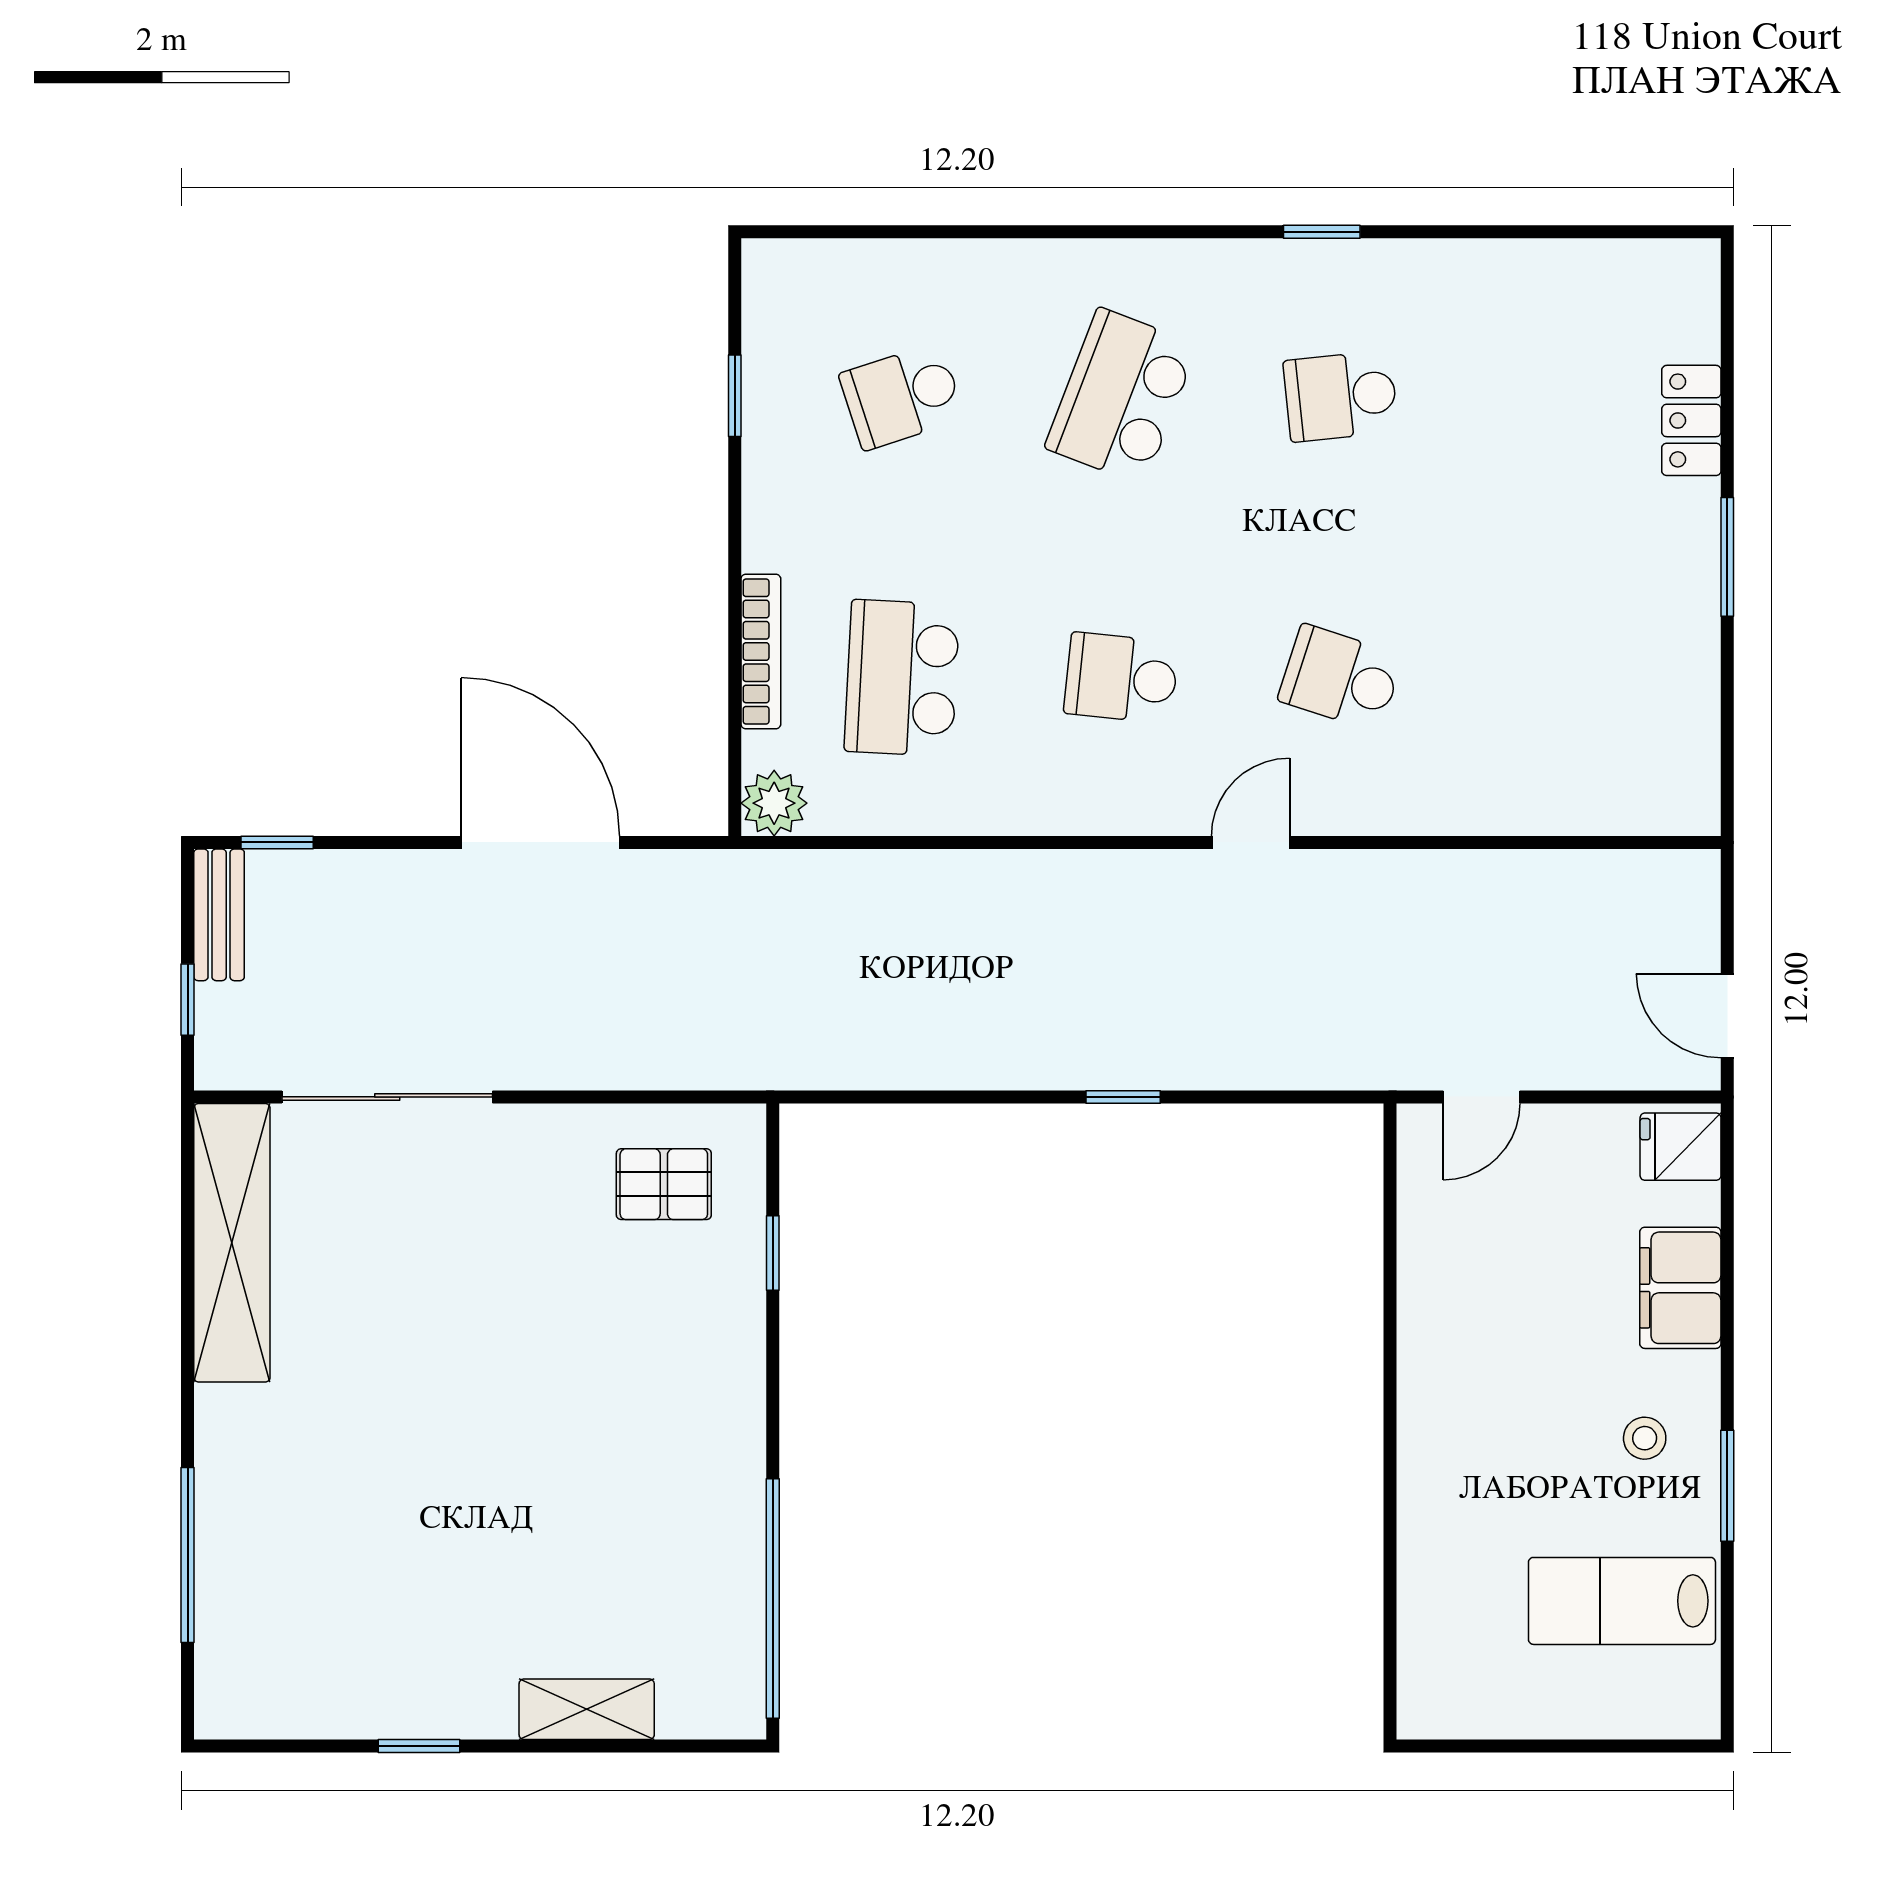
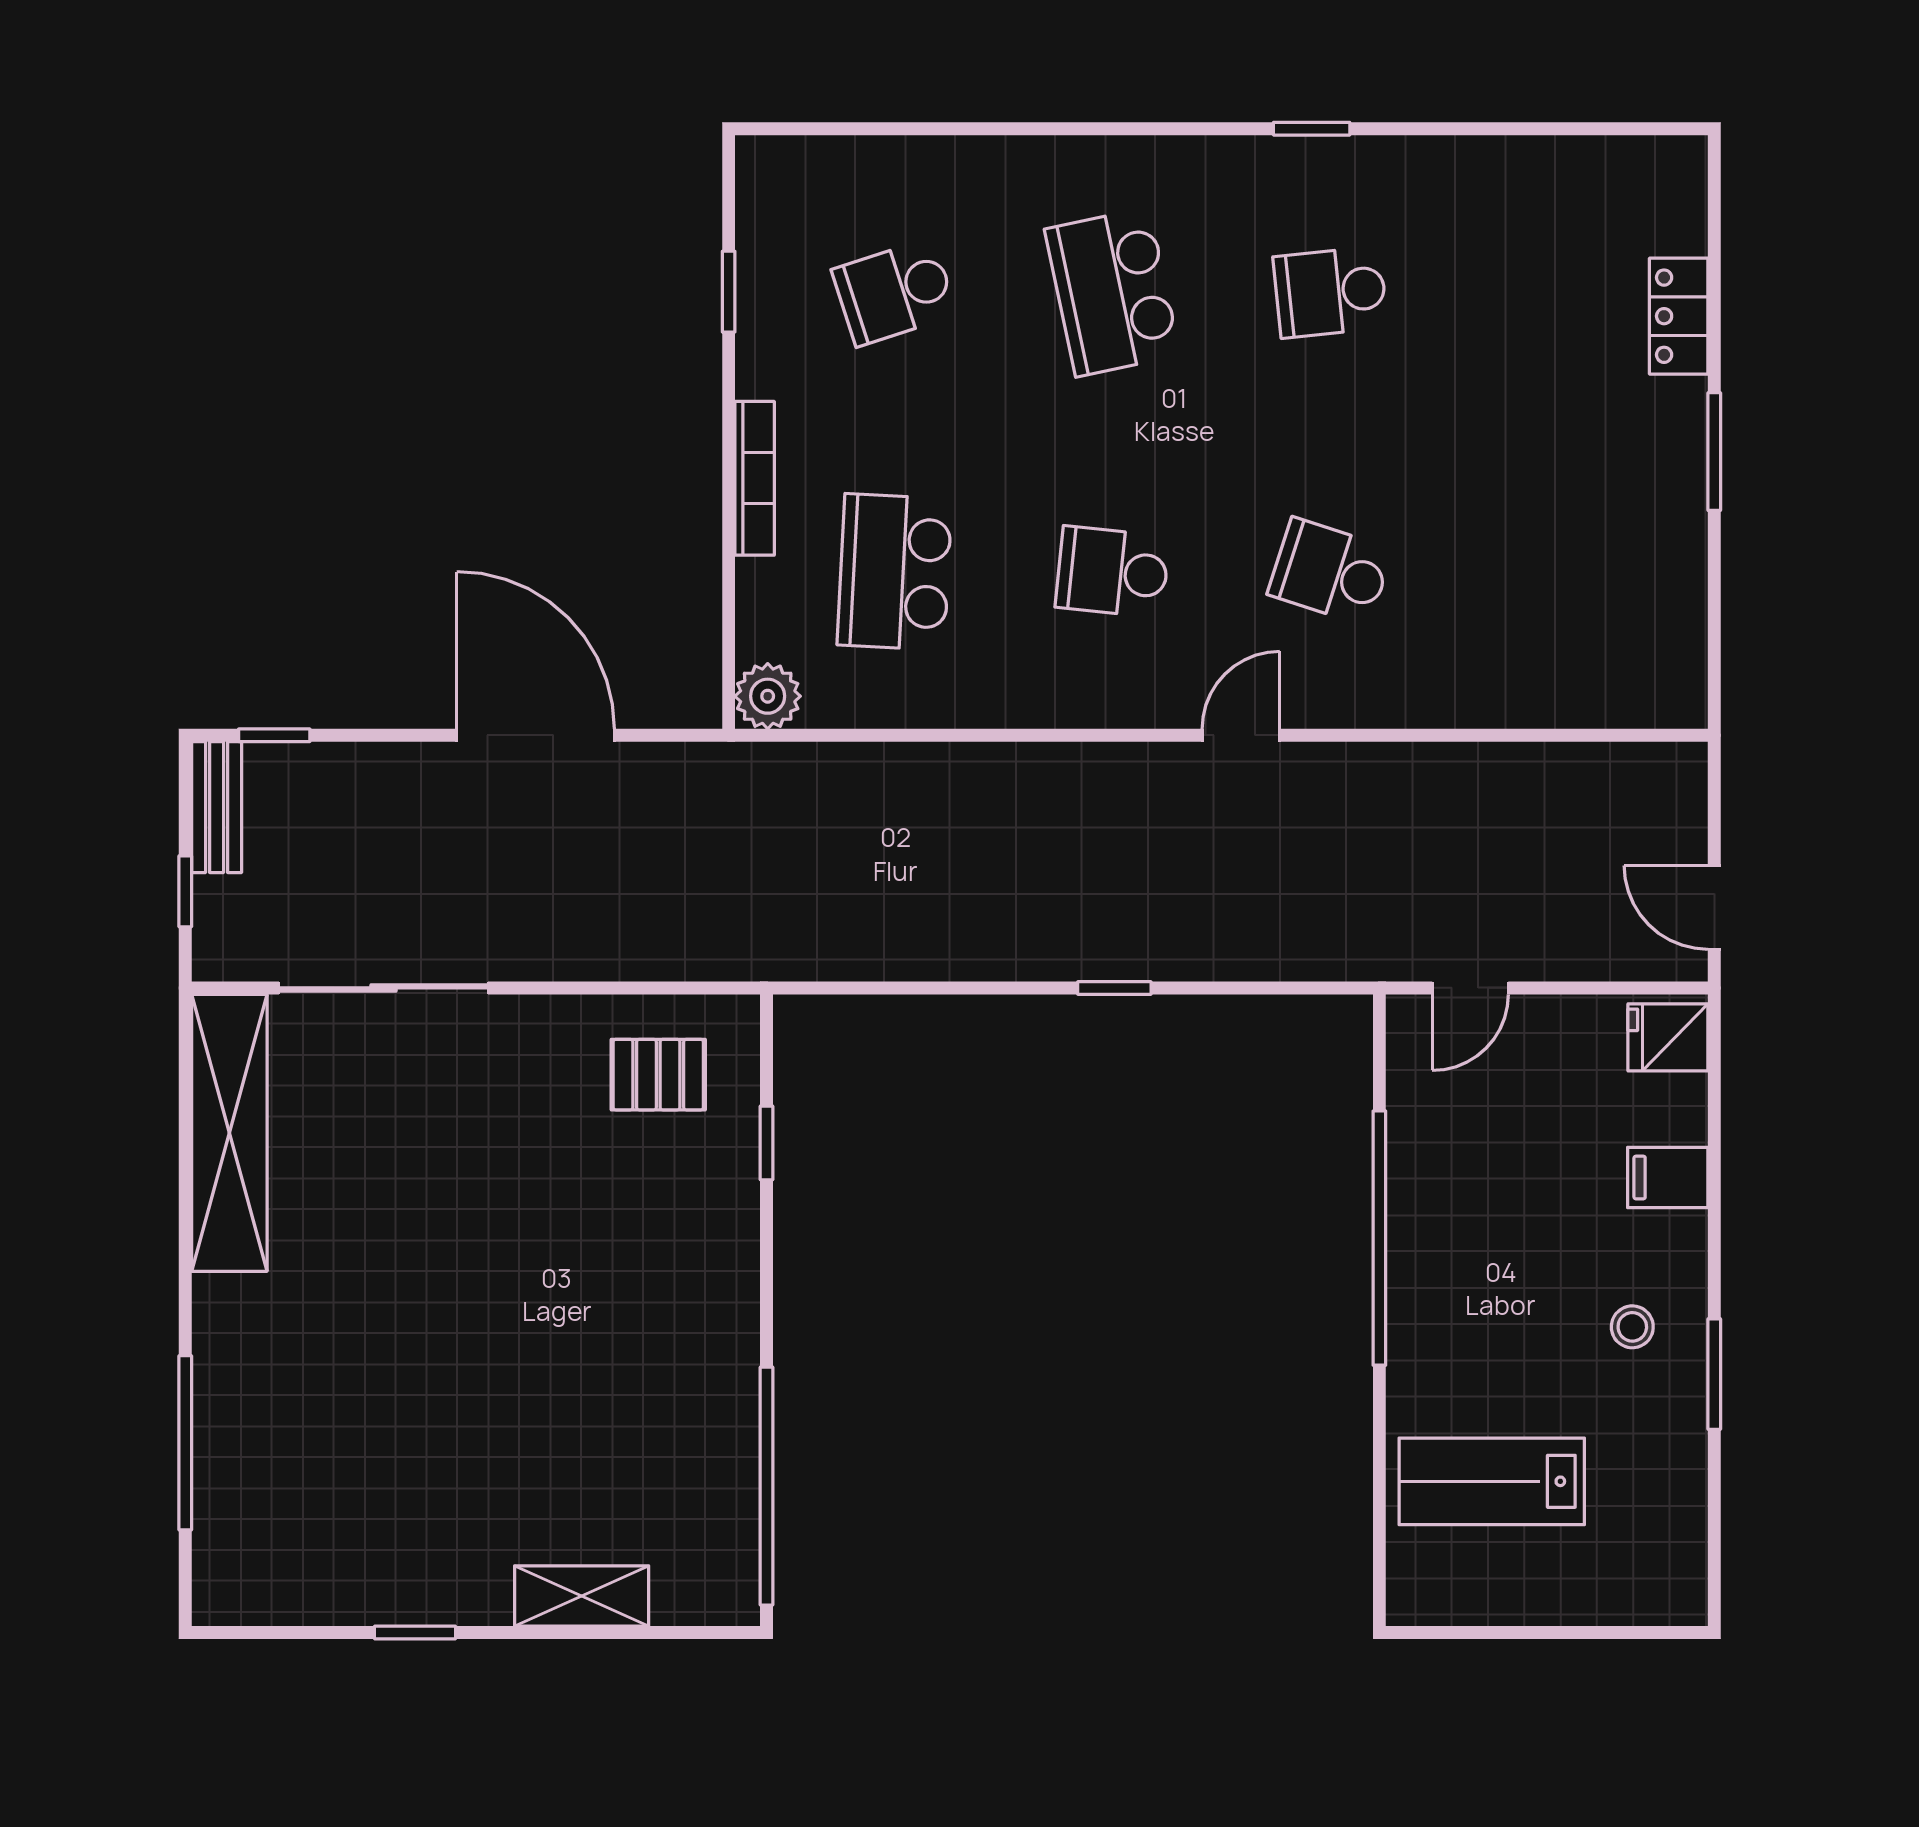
school desk: (1121, 396) -> (1112, 292), turned -33
bookcase: (761, 651) -> (755, 478), moved
filing cabinet: (1680, 1288) -> (1668, 1178), width x0.50
window: (1390, 1349) -> (1379, 1238), added
lab bench: (1622, 1601) -> (1492, 1481), moved

